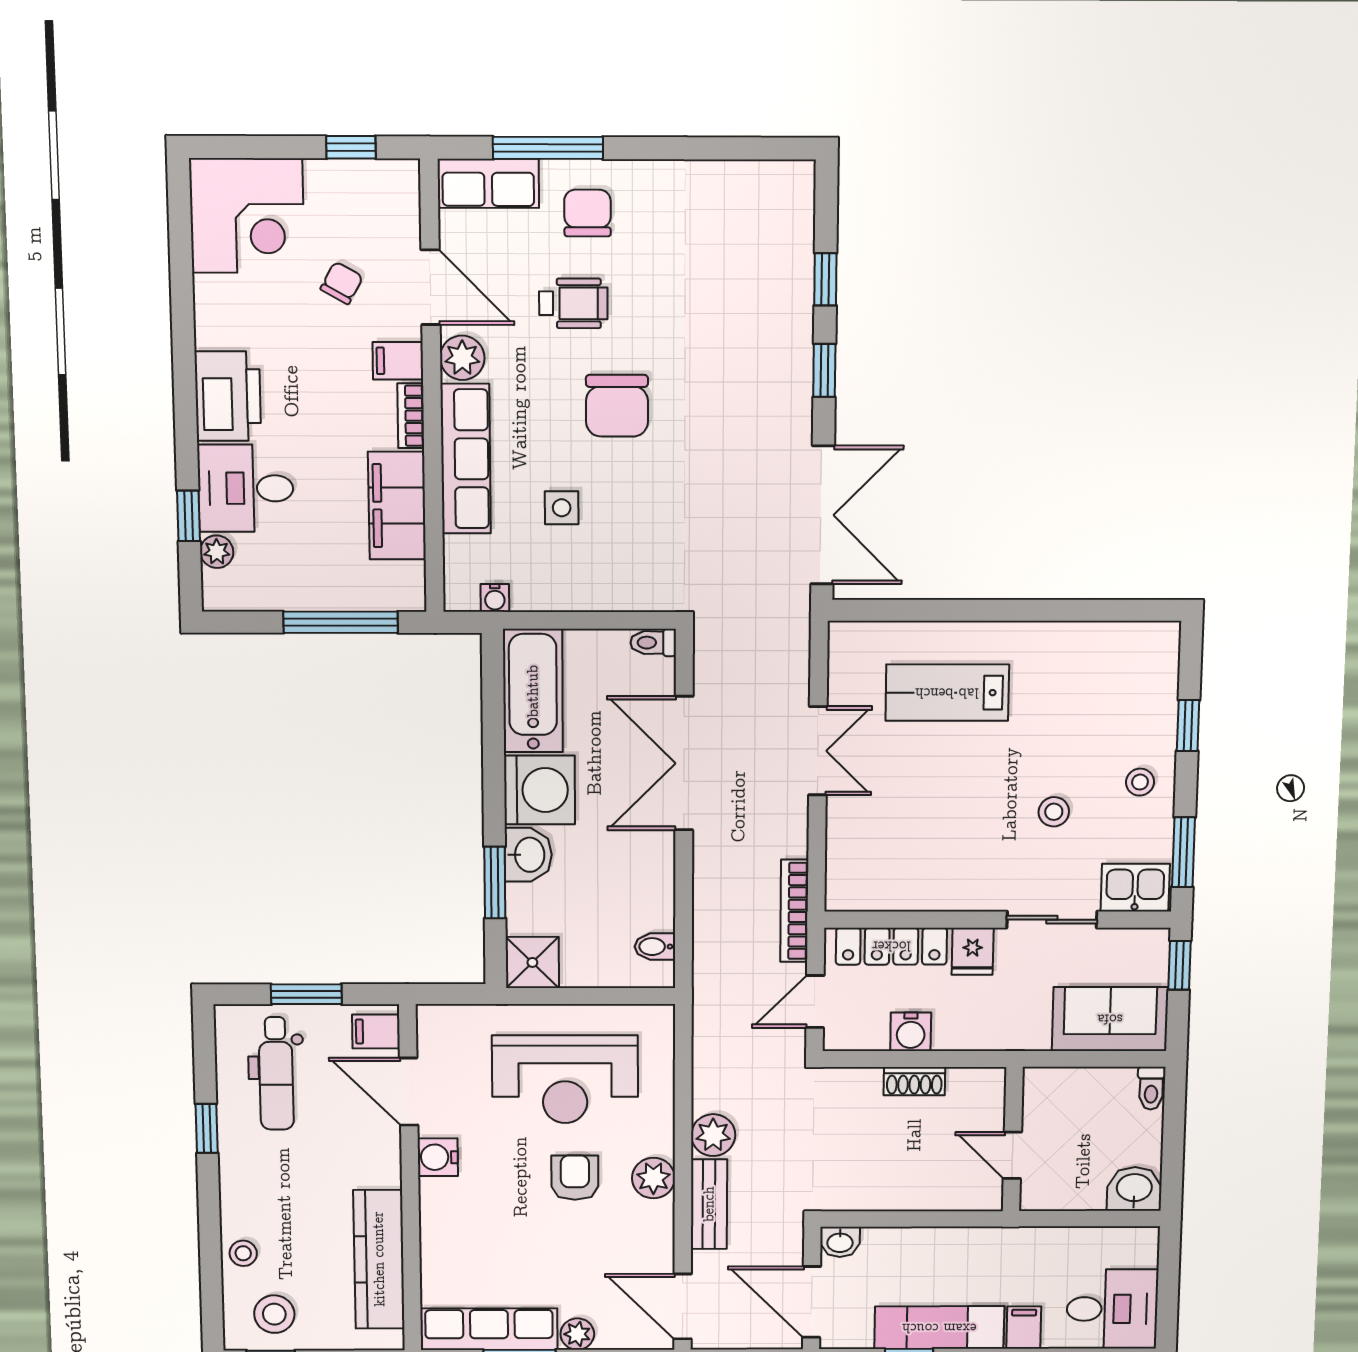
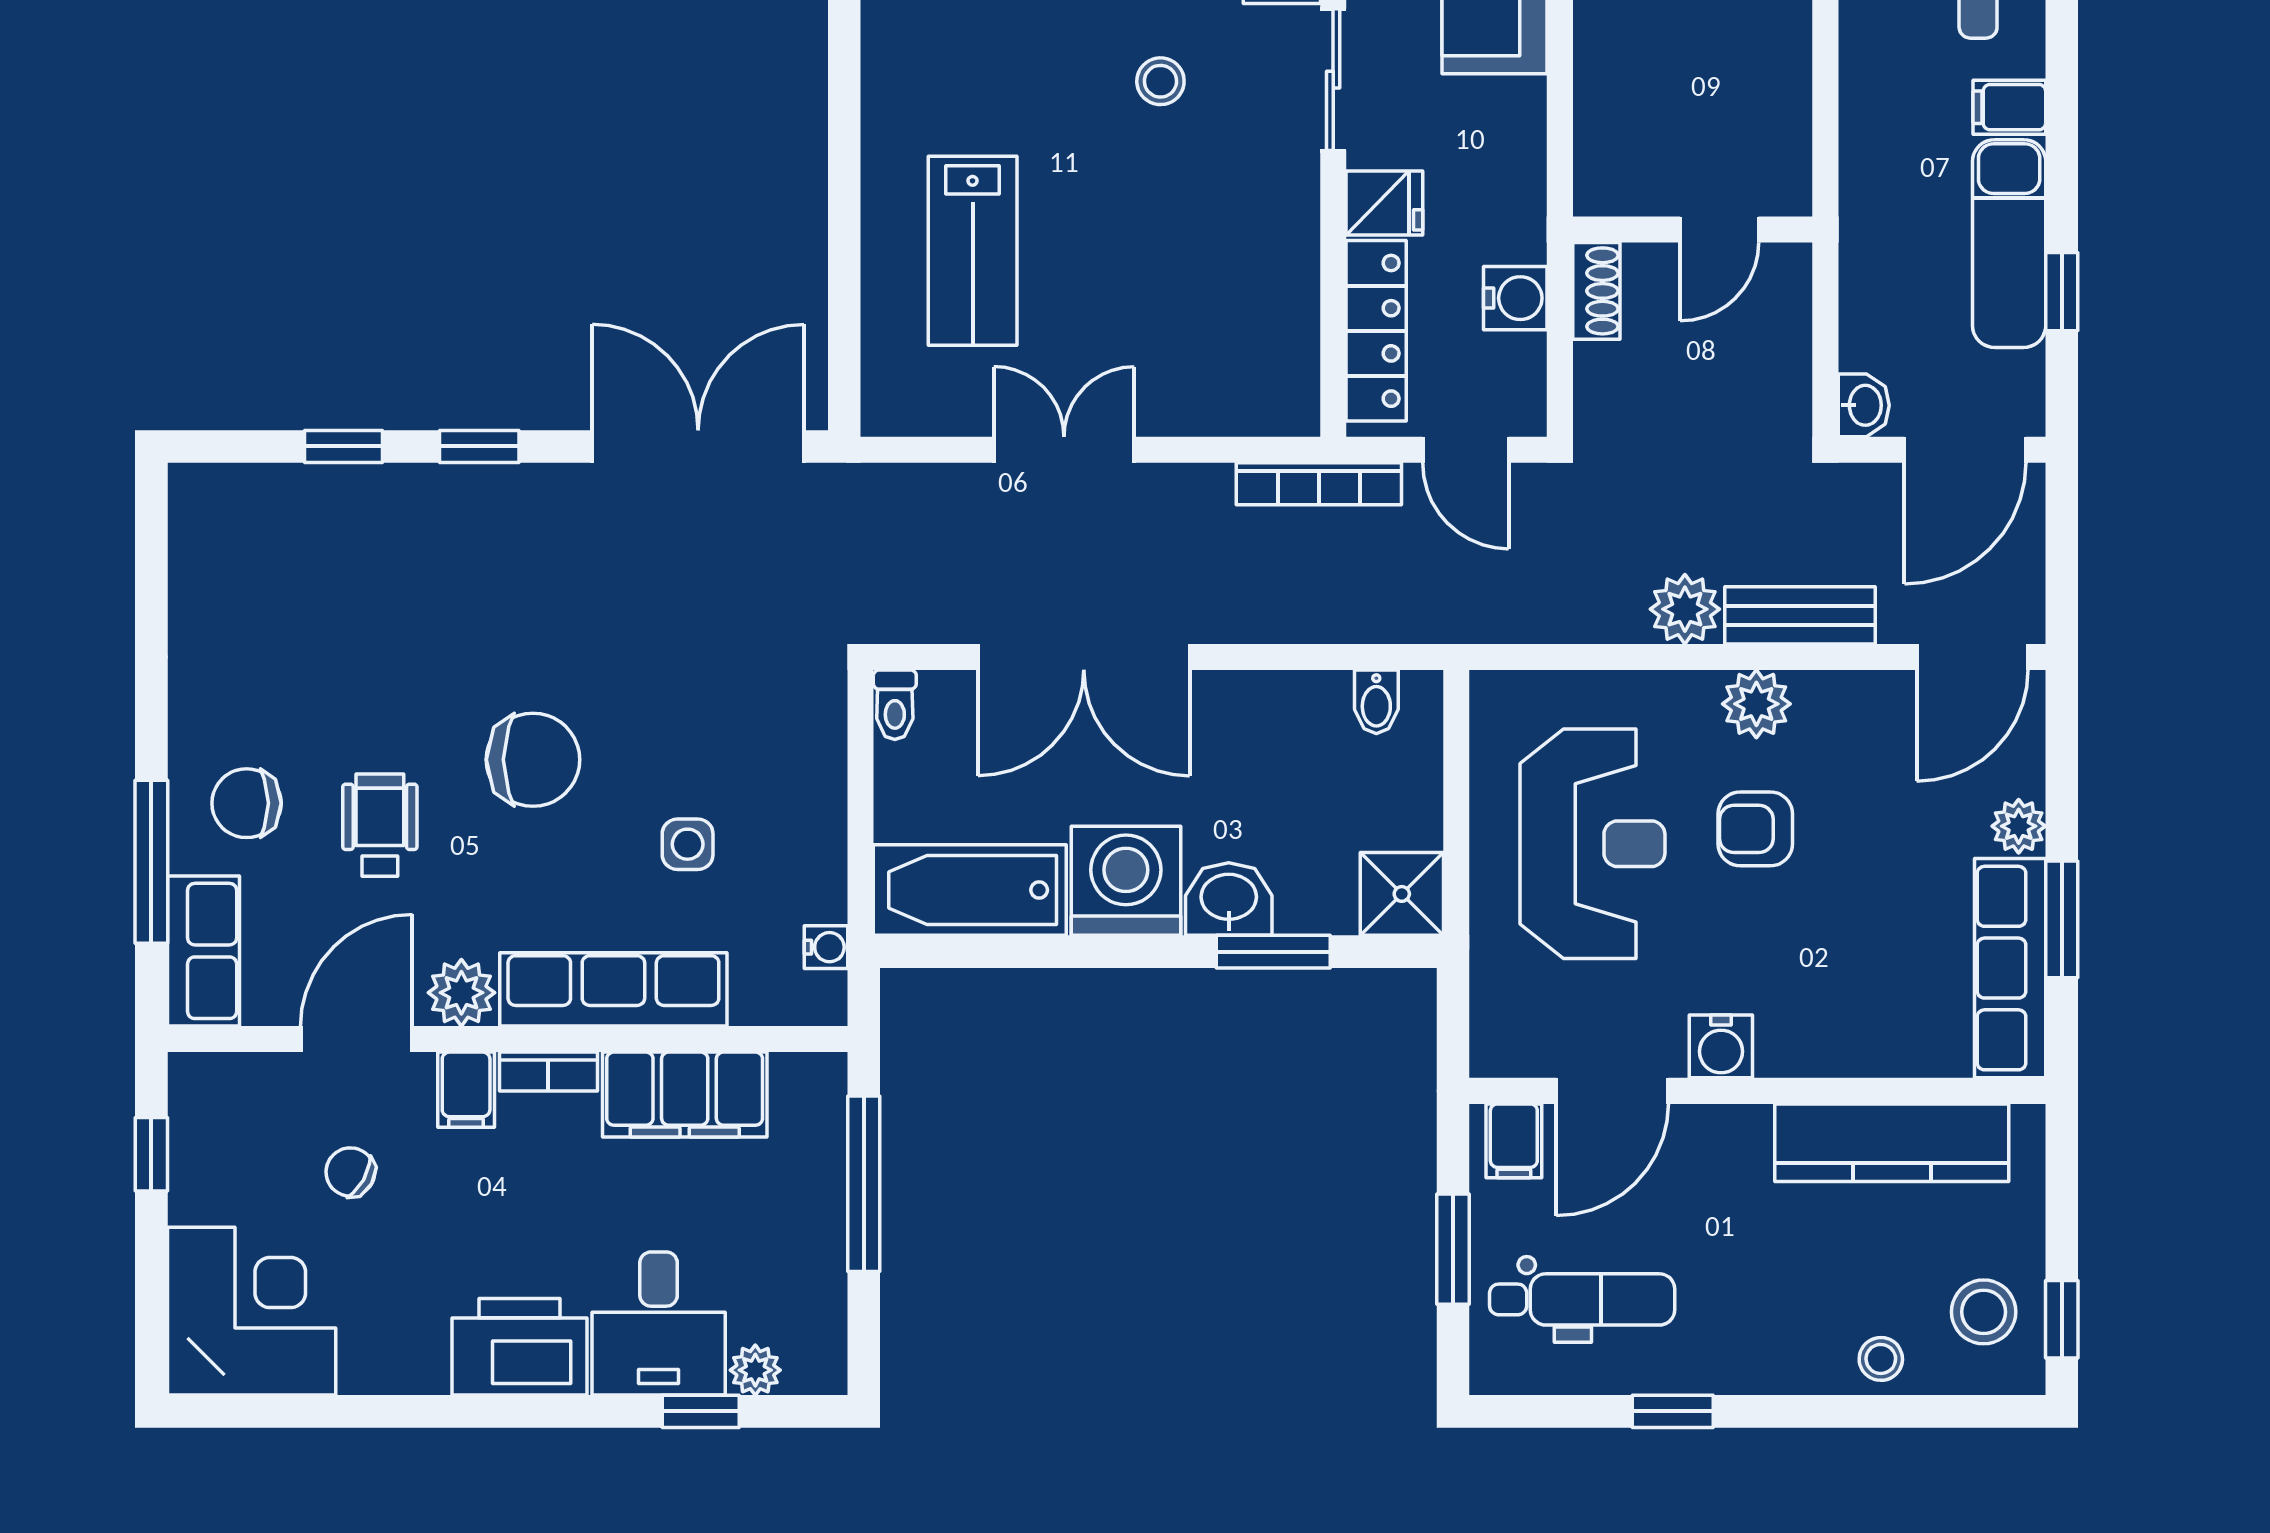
wall: (1013, 1139) -> (1693, 230), moved
door: (1012, 1155) -> (1719, 230), moved

